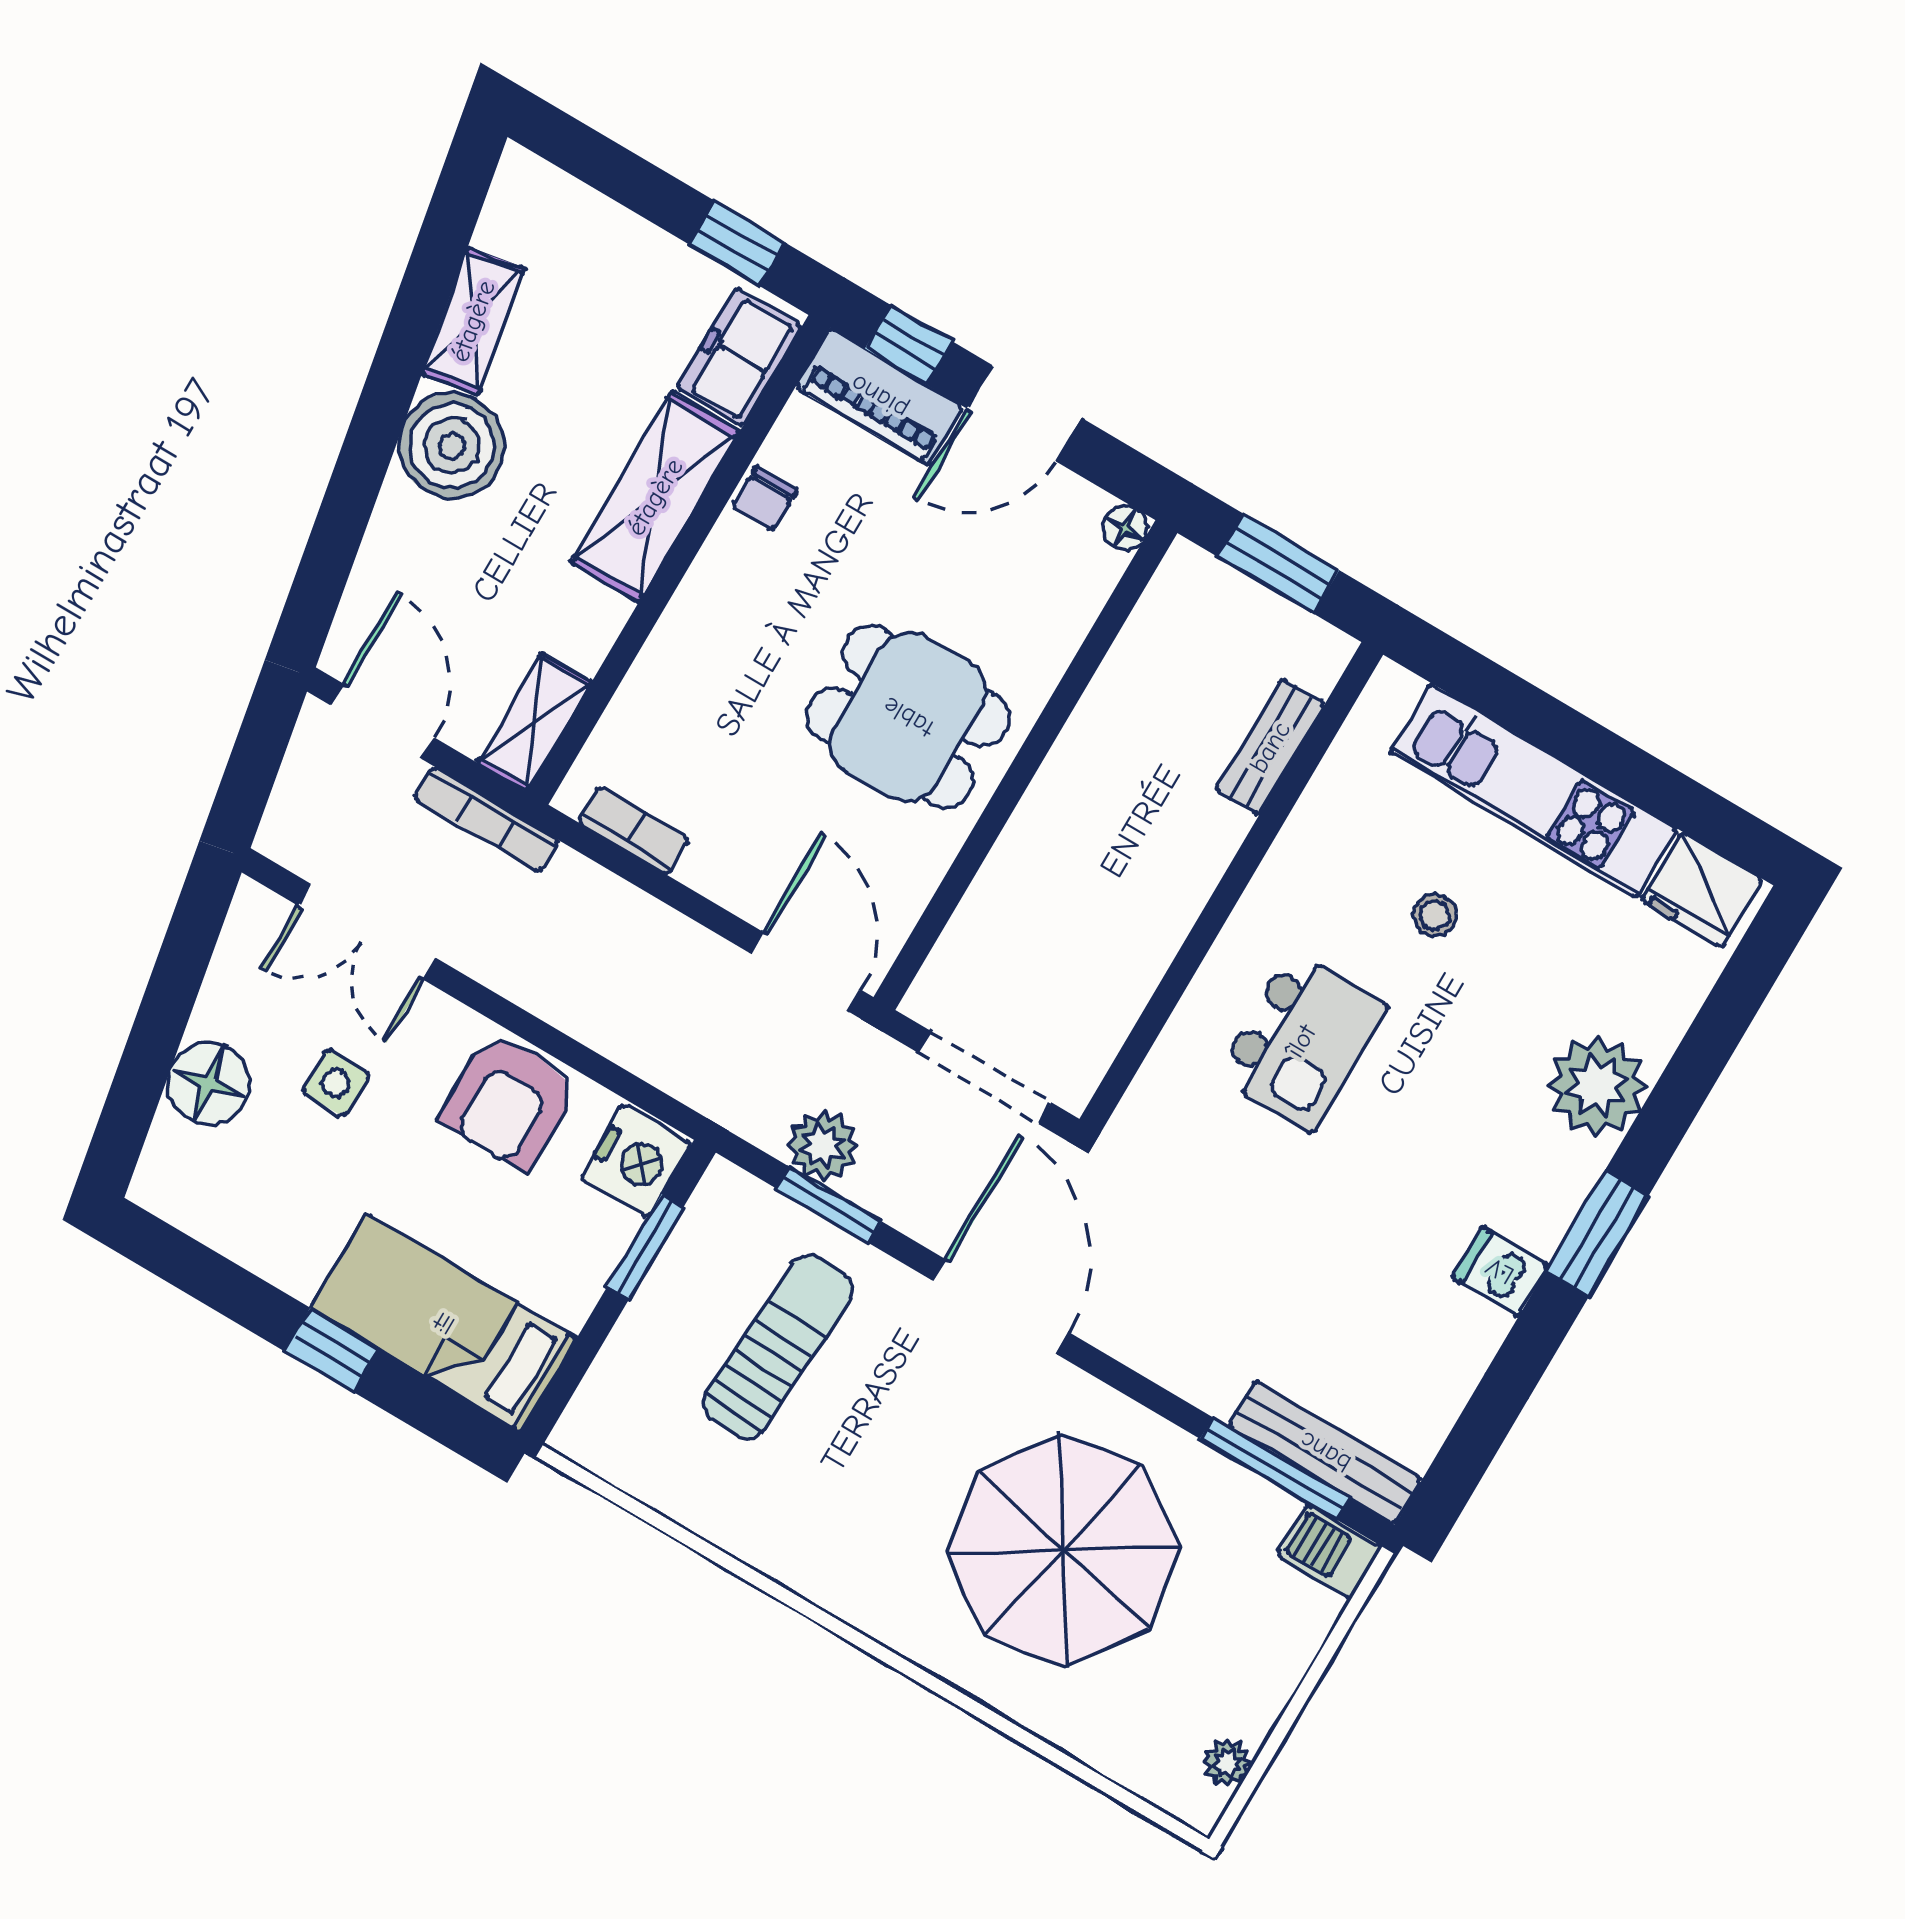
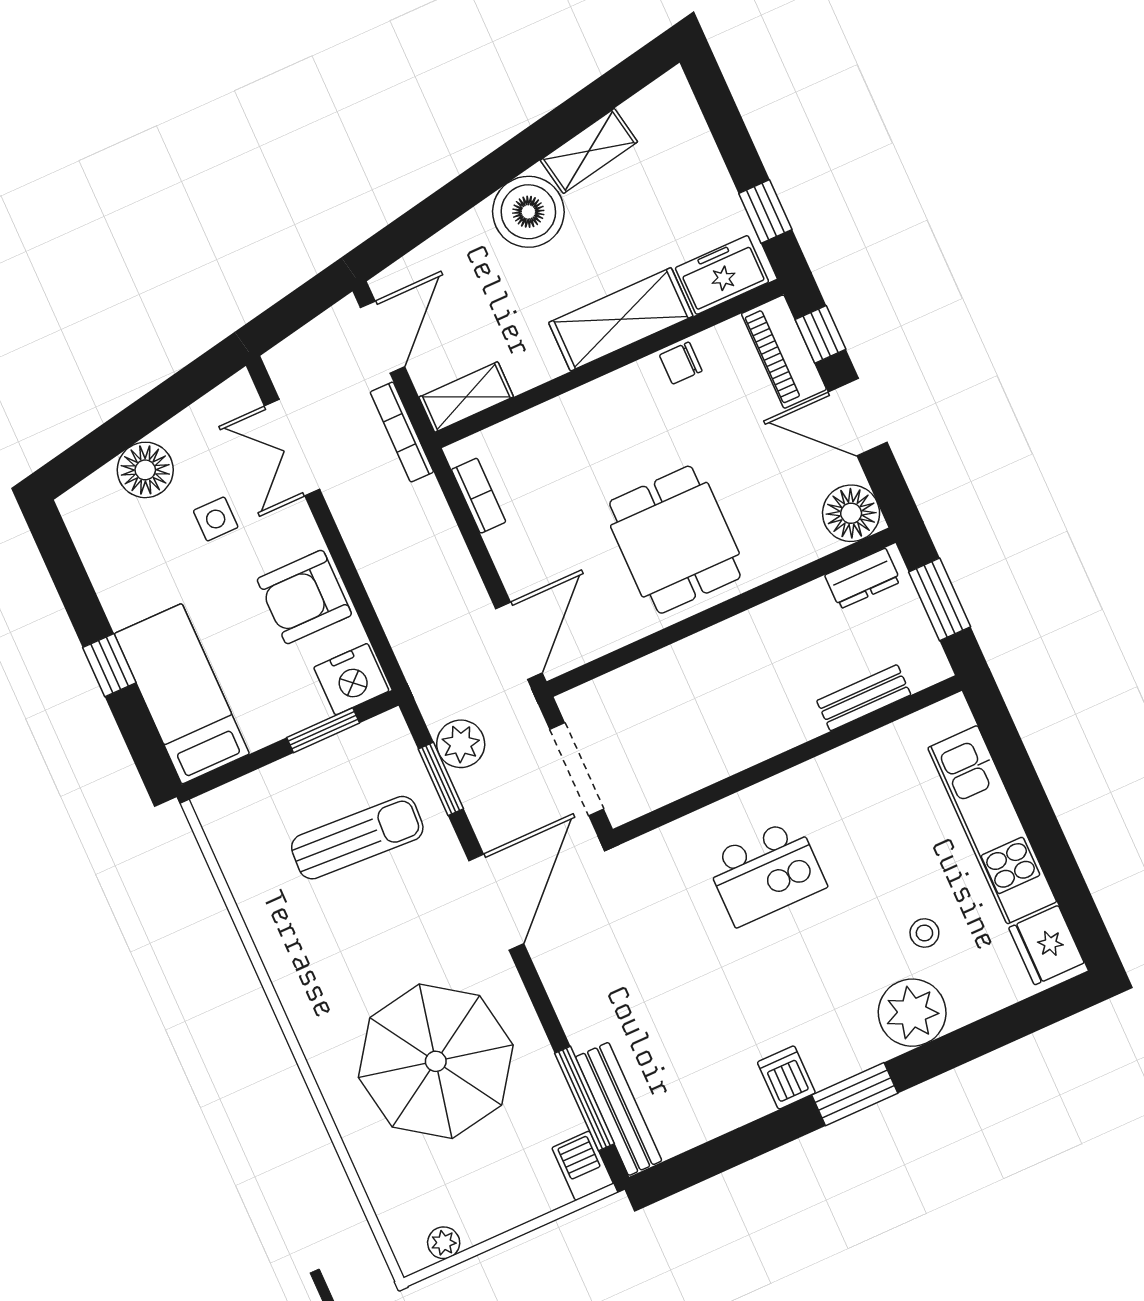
floor lamp: (1125, 528) -> (851, 513), width x1.89, depth x1.89
dresser: (1168, 604) -> (863, 579), added
stool: (1435, 915) -> (924, 933), moved

